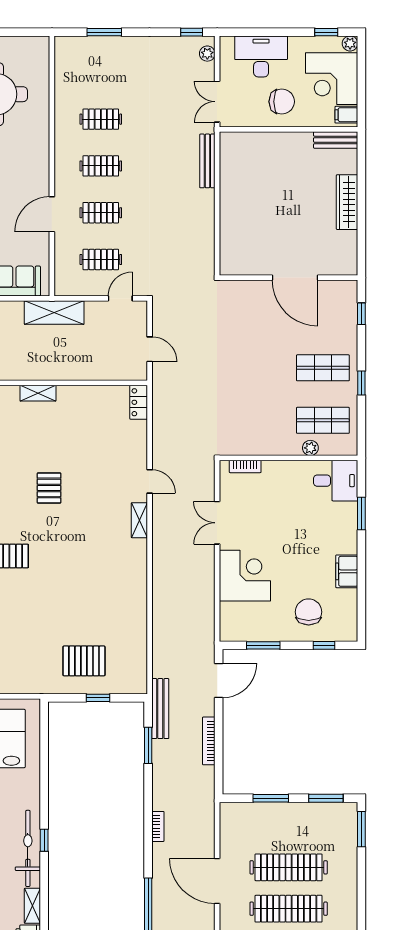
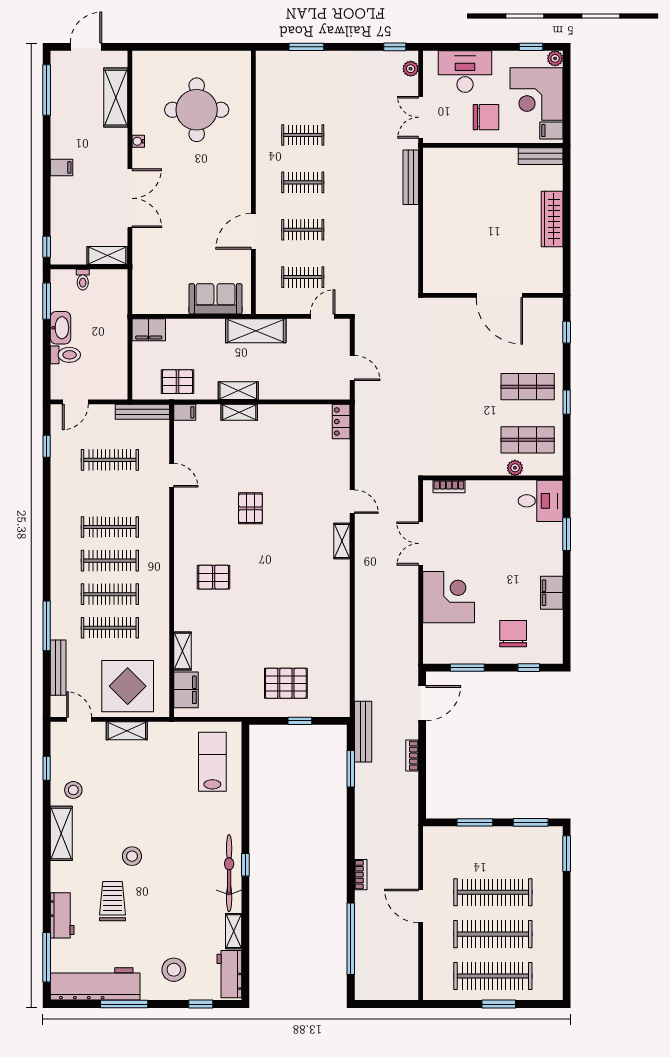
shelving: (37, 372) -> (238, 391), added
bookcase: (209, 741) -> (412, 756), width x0.64
bookcase: (158, 826) -> (361, 875), moved
door: (217, 881) -> (421, 906), width x0.73

